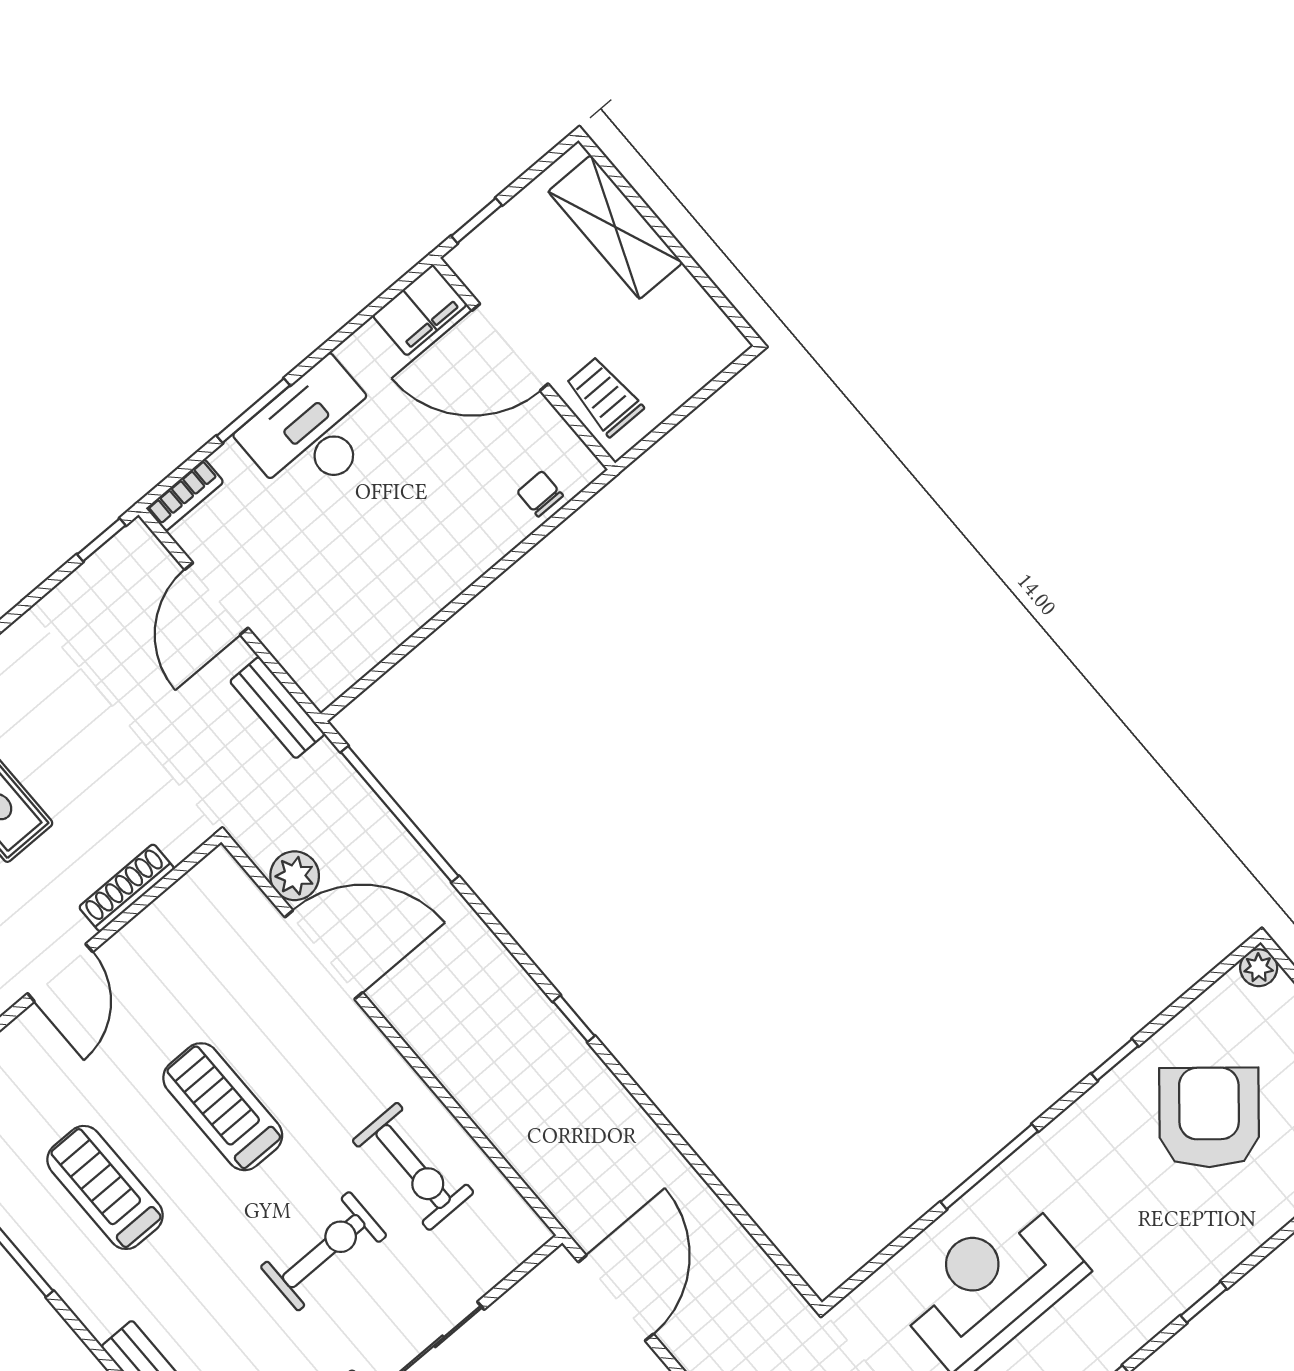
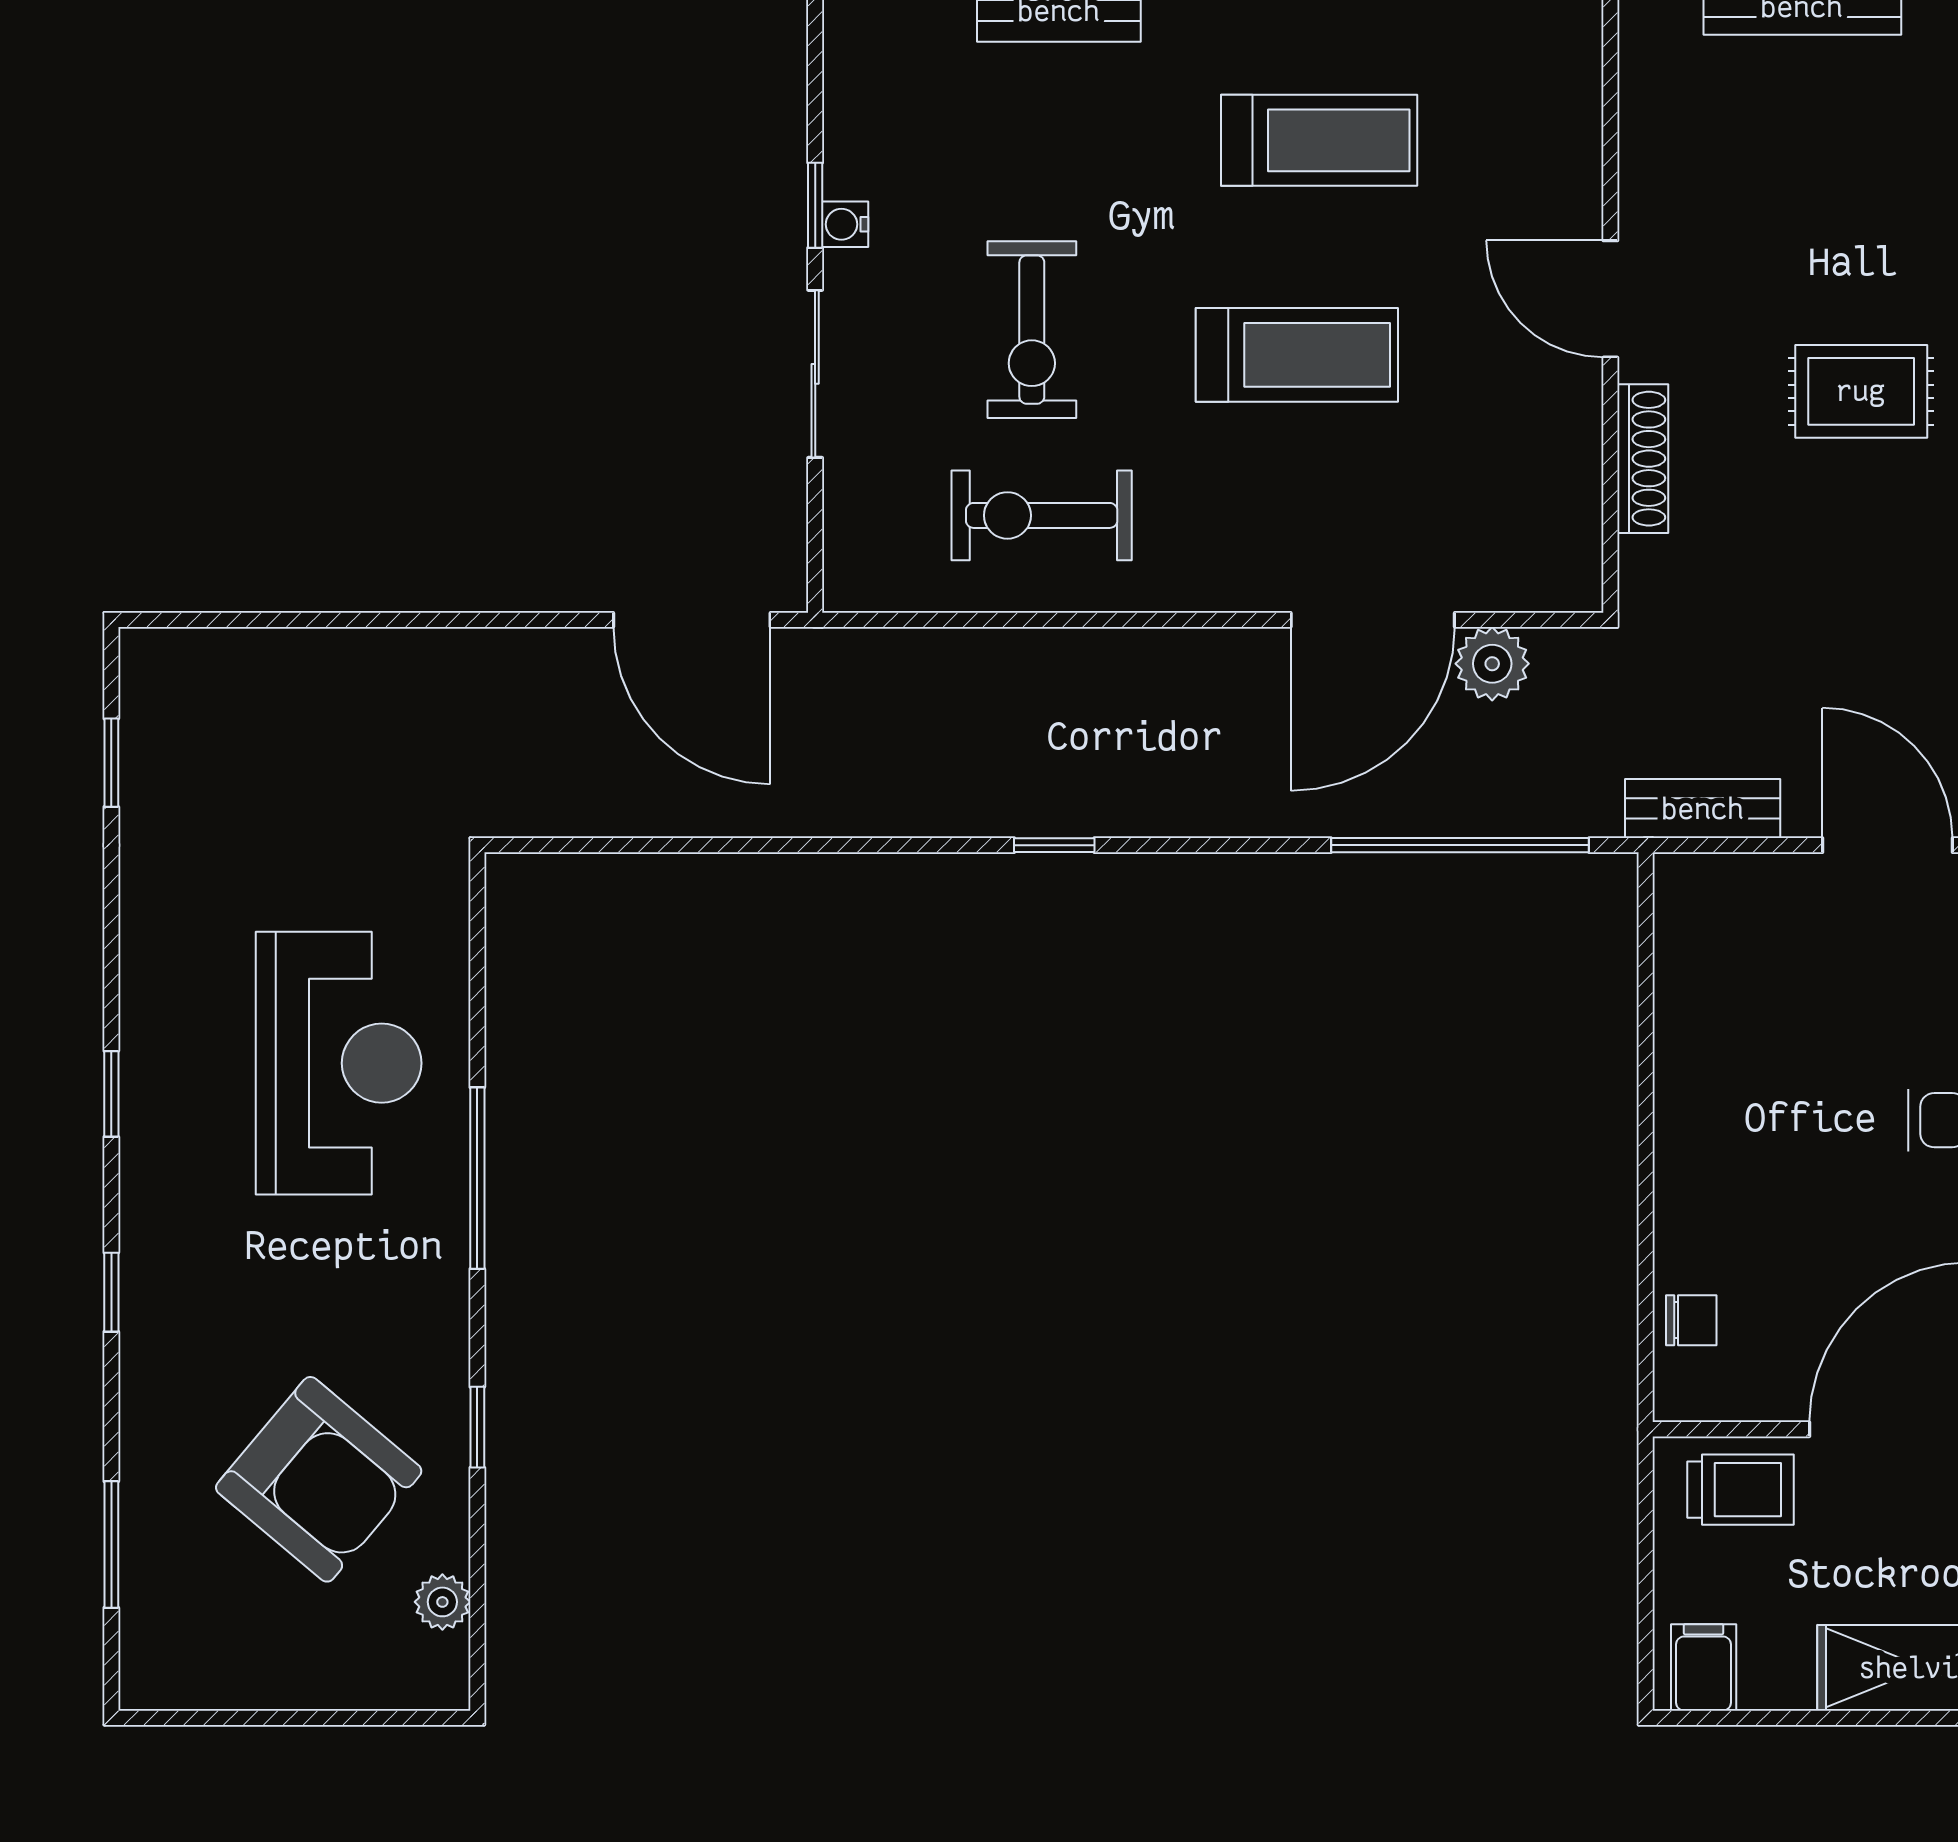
filing cabinet: (710, 339) -> (1704, 1667), added
plant: (1259, 968) -> (442, 1602), moved

